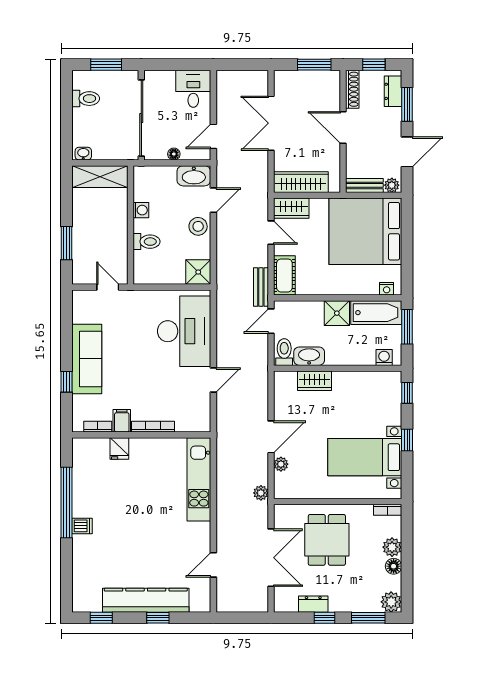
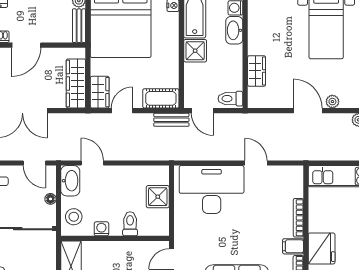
stool: (198, 226) -> (74, 217), moved
shower: (198, 272) -> (158, 197), moved
washbasin: (309, 356) -> (234, 30), moved
fridge: (119, 448) -> (322, 248), width x1.88, depth x1.34

